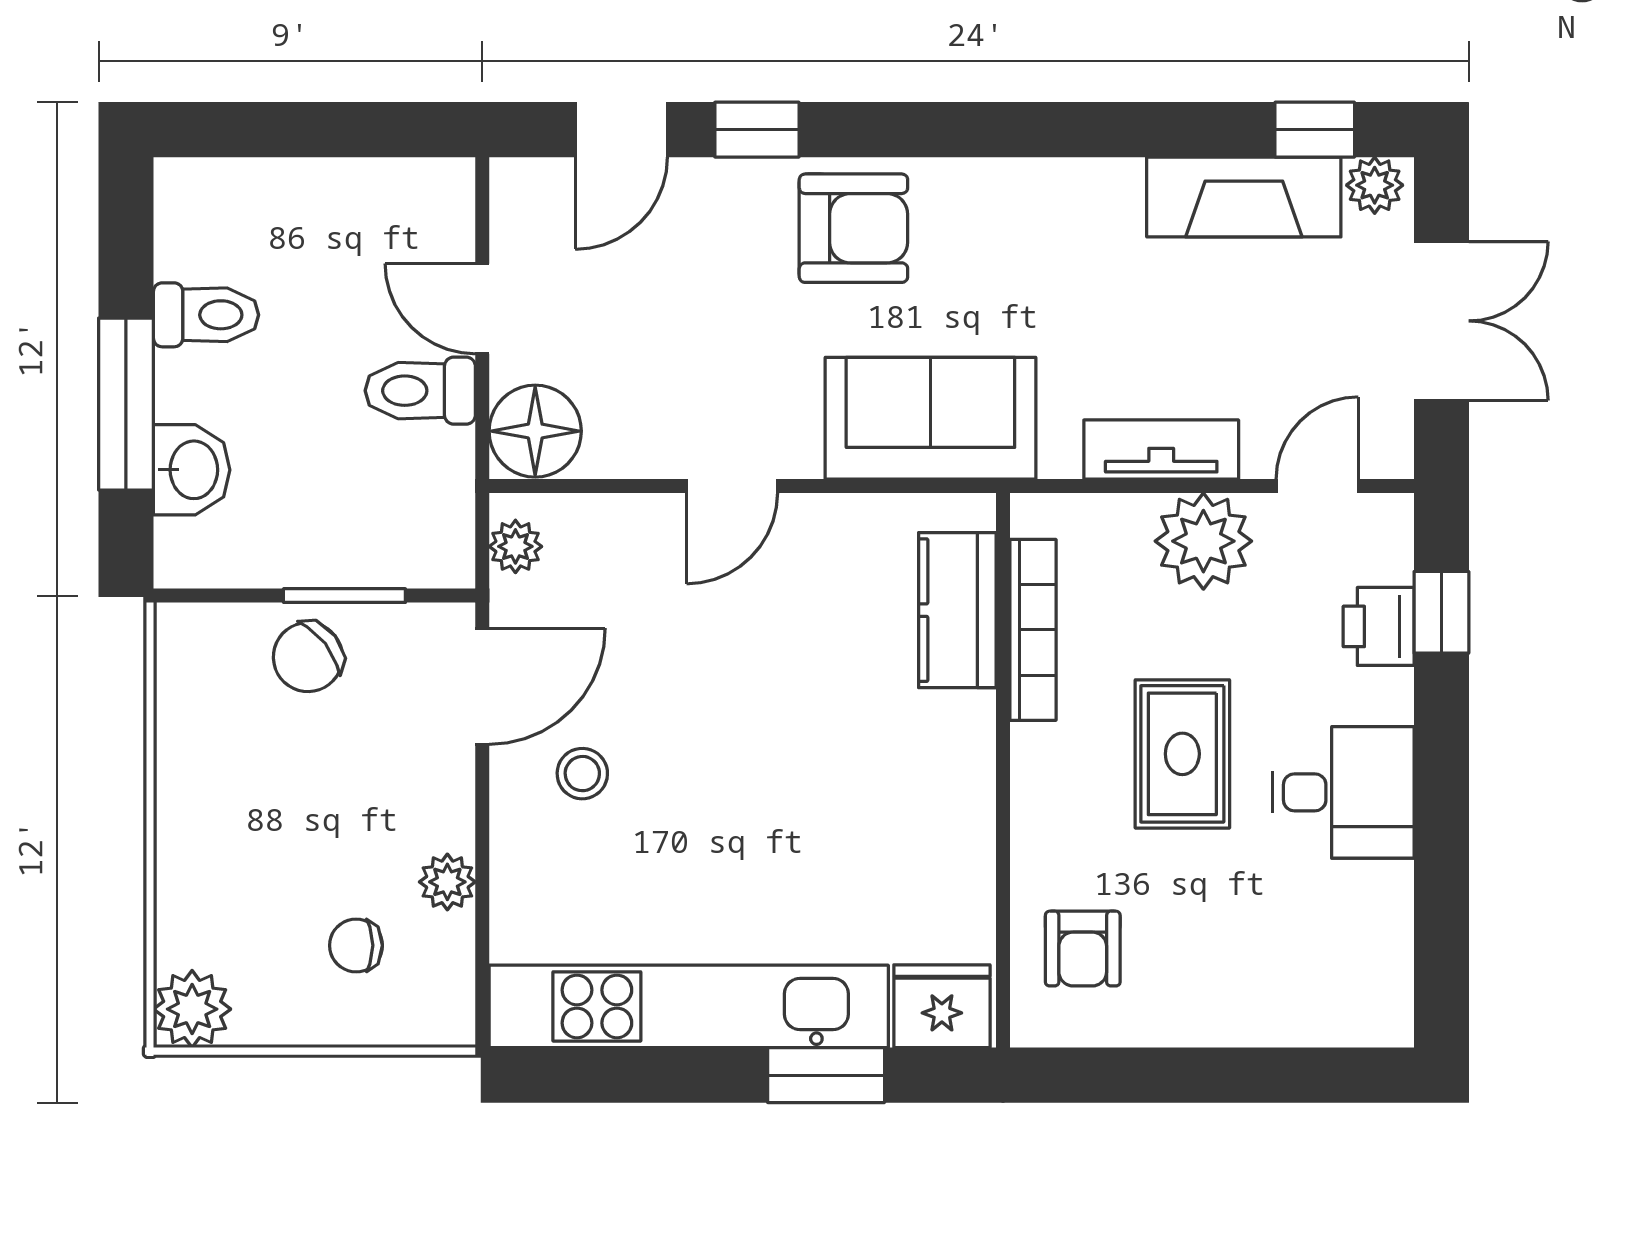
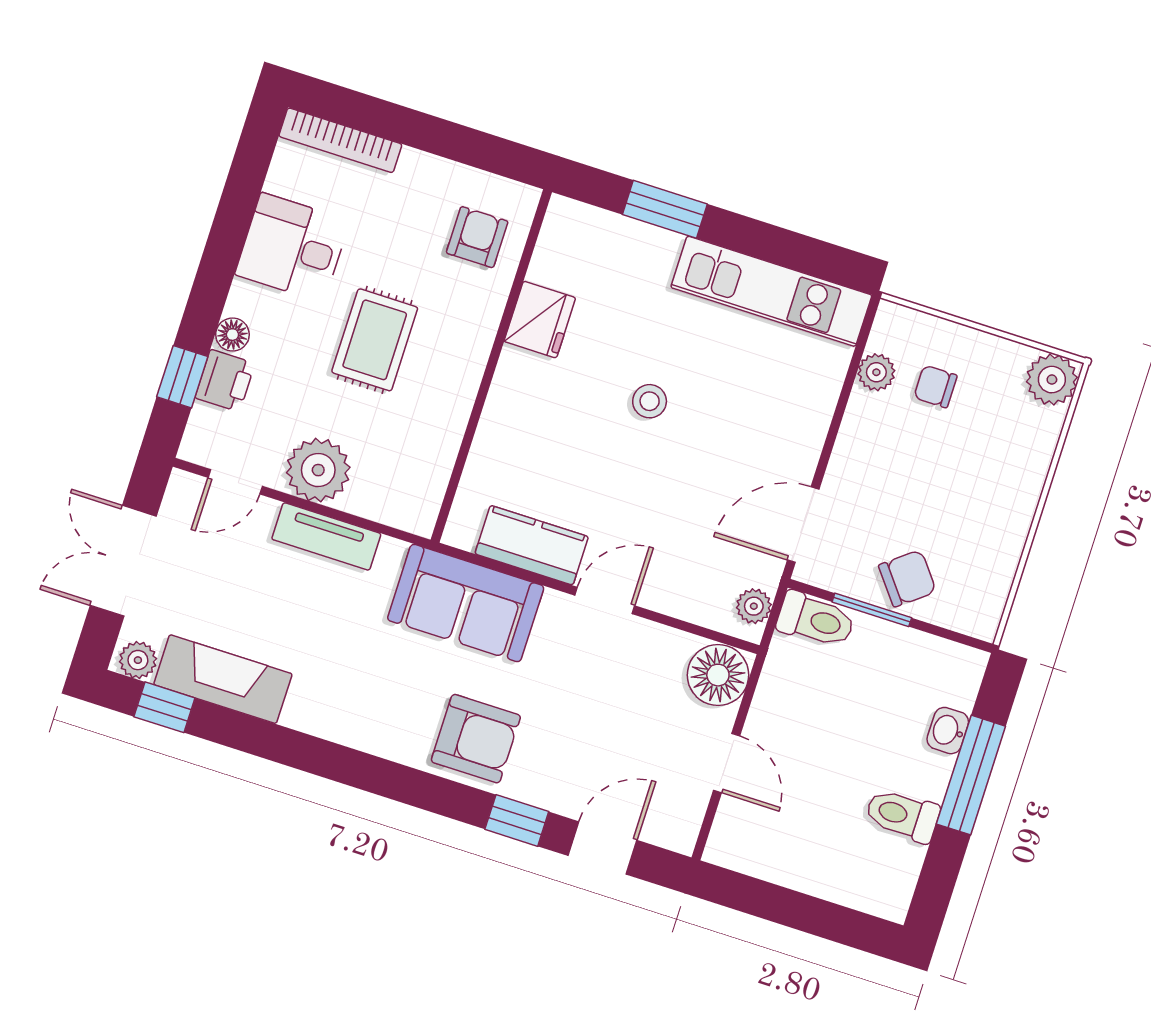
armchair: (853, 228) -> (476, 739), turned 180
toilet: (420, 391) -> (816, 620), moved
washbasin: (192, 470) -> (948, 731), width x0.72, depth x0.69
kitchen counter: (957, 610) -> (532, 545), moved, turned -90
bookcase: (1033, 630) -> (340, 140), moved, turned -90
floor lamp: (1389, 696) -> (232, 335), added
stool: (582, 774) -> (650, 401), moved
desk: (1343, 792) -> (292, 248), moved
plant: (447, 882) -> (876, 372), moved
chair: (356, 945) -> (935, 386), turned 180
kitchen unit: (689, 1006) -> (771, 291), width x0.73
fridge: (942, 1006) -> (540, 320), moved, turned -90

